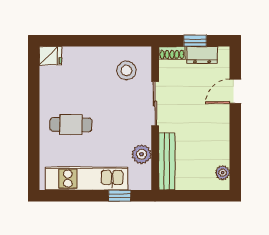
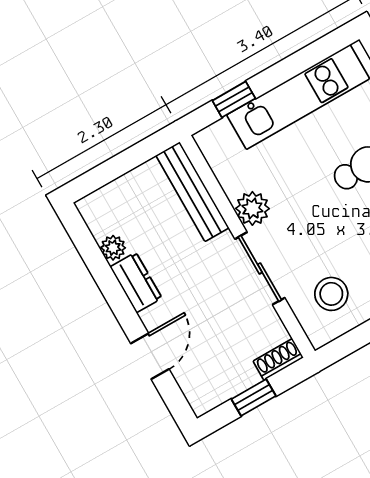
dresser: (202, 55) -> (136, 282), moved, turned 90
plant: (142, 154) -> (252, 208), moved
plant: (223, 173) -> (113, 248), moved

